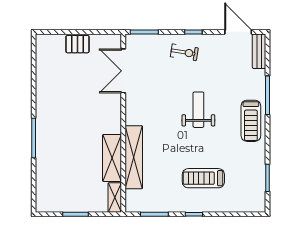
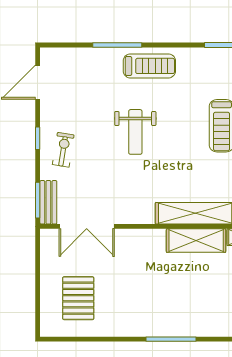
pallet: (77, 44) -> (78, 298), moved, width x1.50, depth x1.42
bench: (259, 51) -> (48, 202), moved, turned 90
weight bench: (198, 110) -> (135, 132), turned -90

